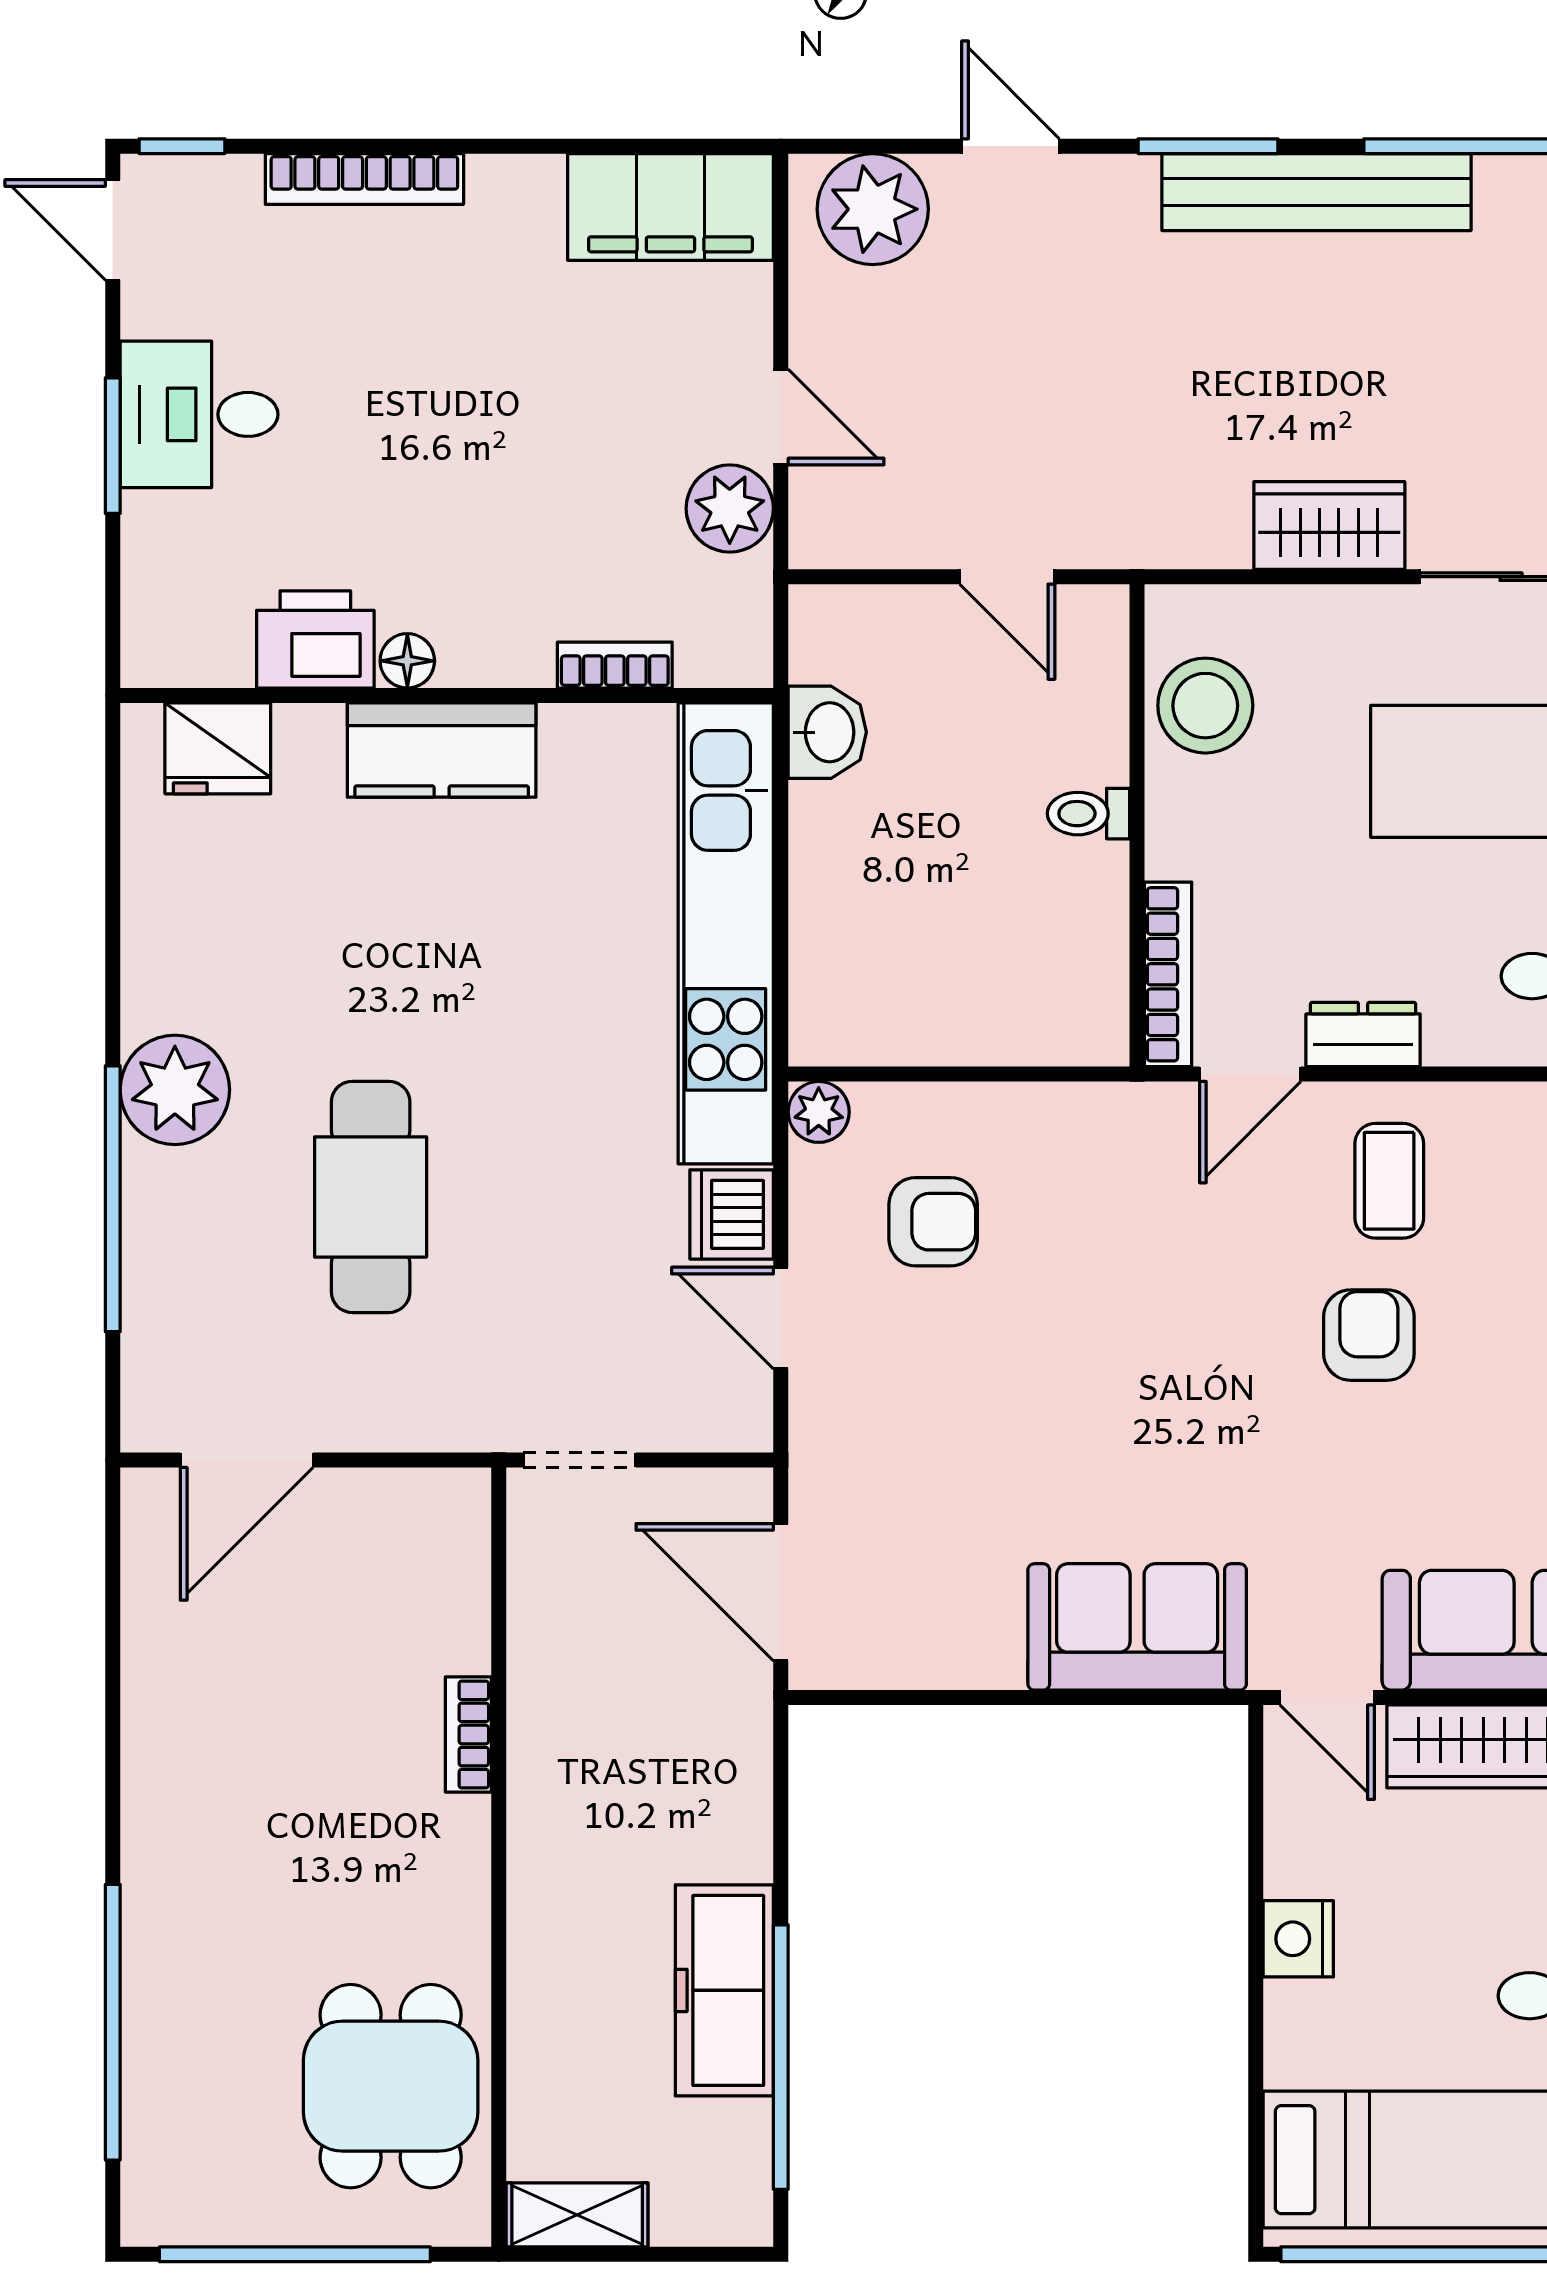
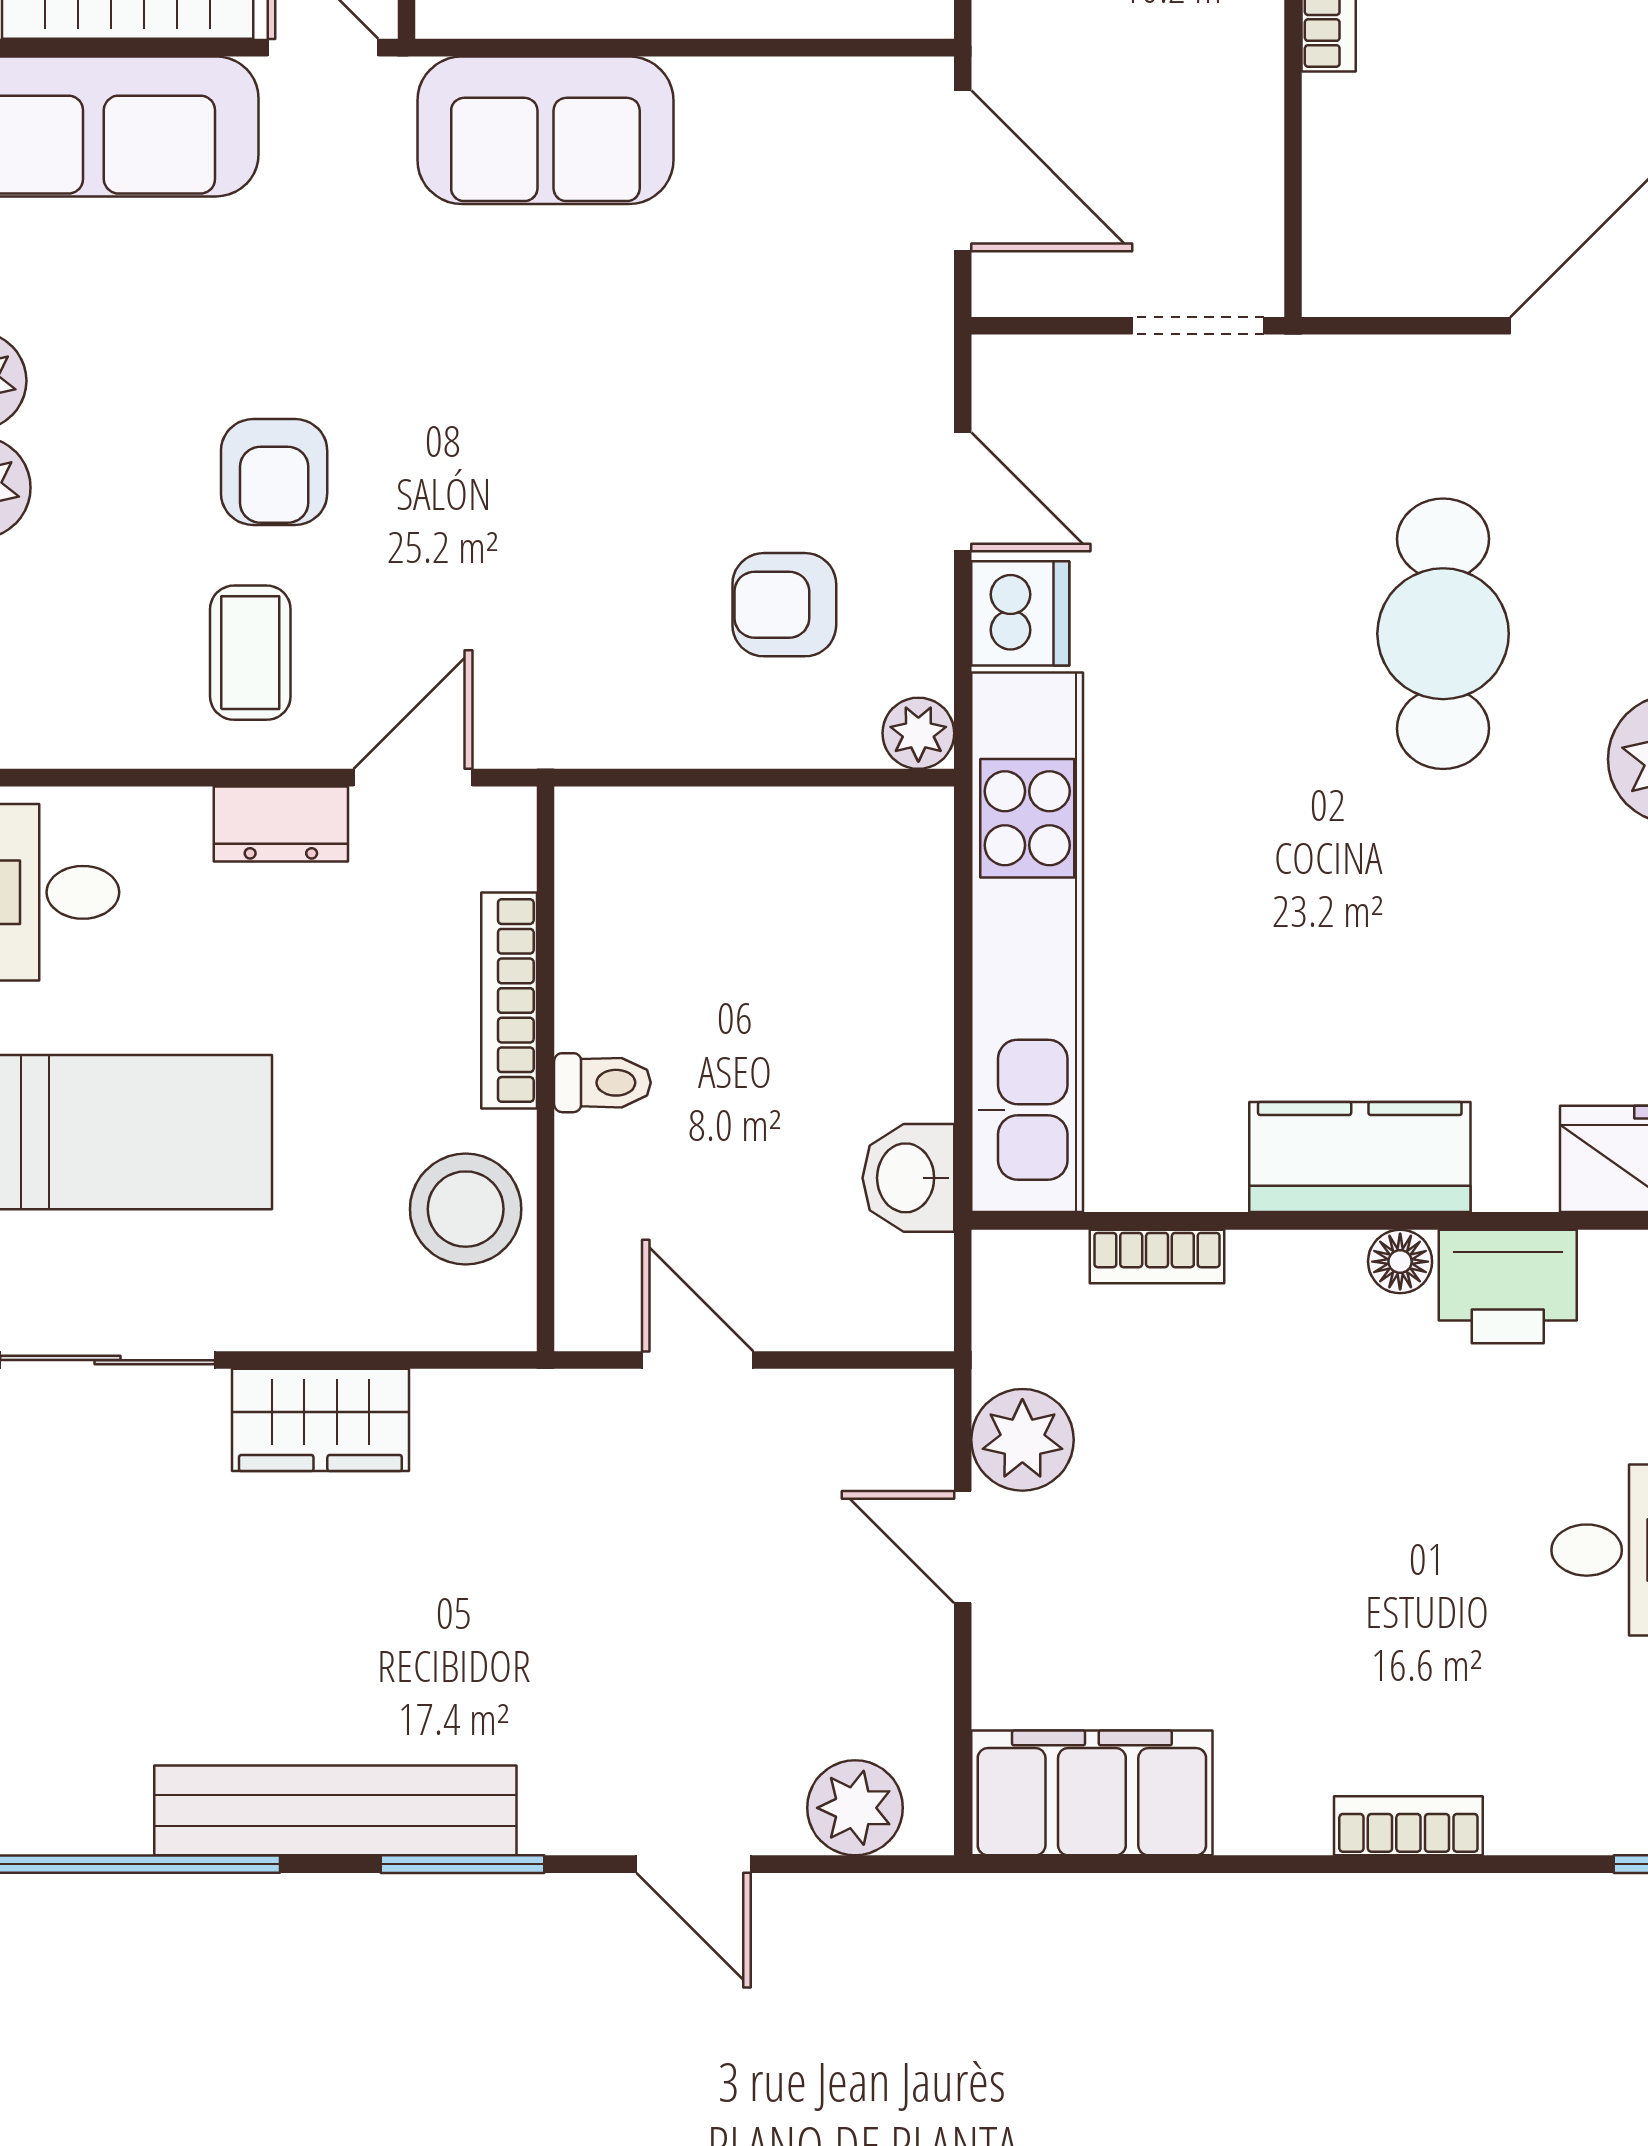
bookcase: (364, 179) -> (1408, 1826), width x0.64
plant: (873, 209) -> (855, 1808), width x0.73, depth x0.73
bookcase: (1168, 974) -> (509, 1001), moved

